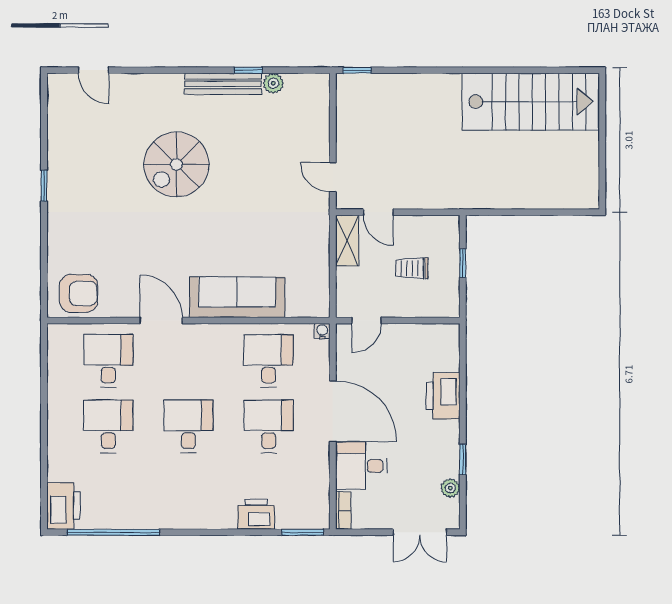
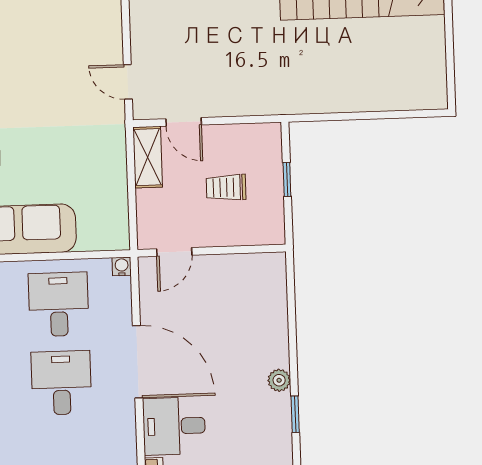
printer: (443, 396) -> (269, 339), removed
plant: (450, 488) -> (279, 380), moved

